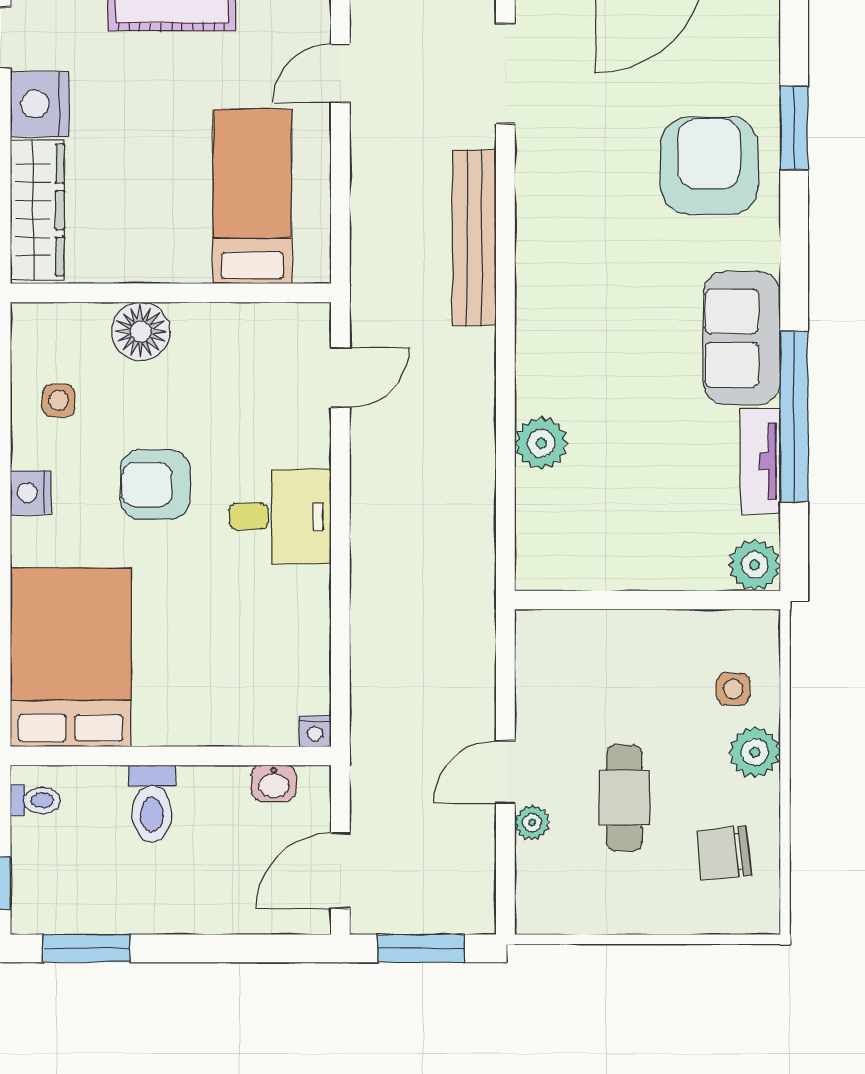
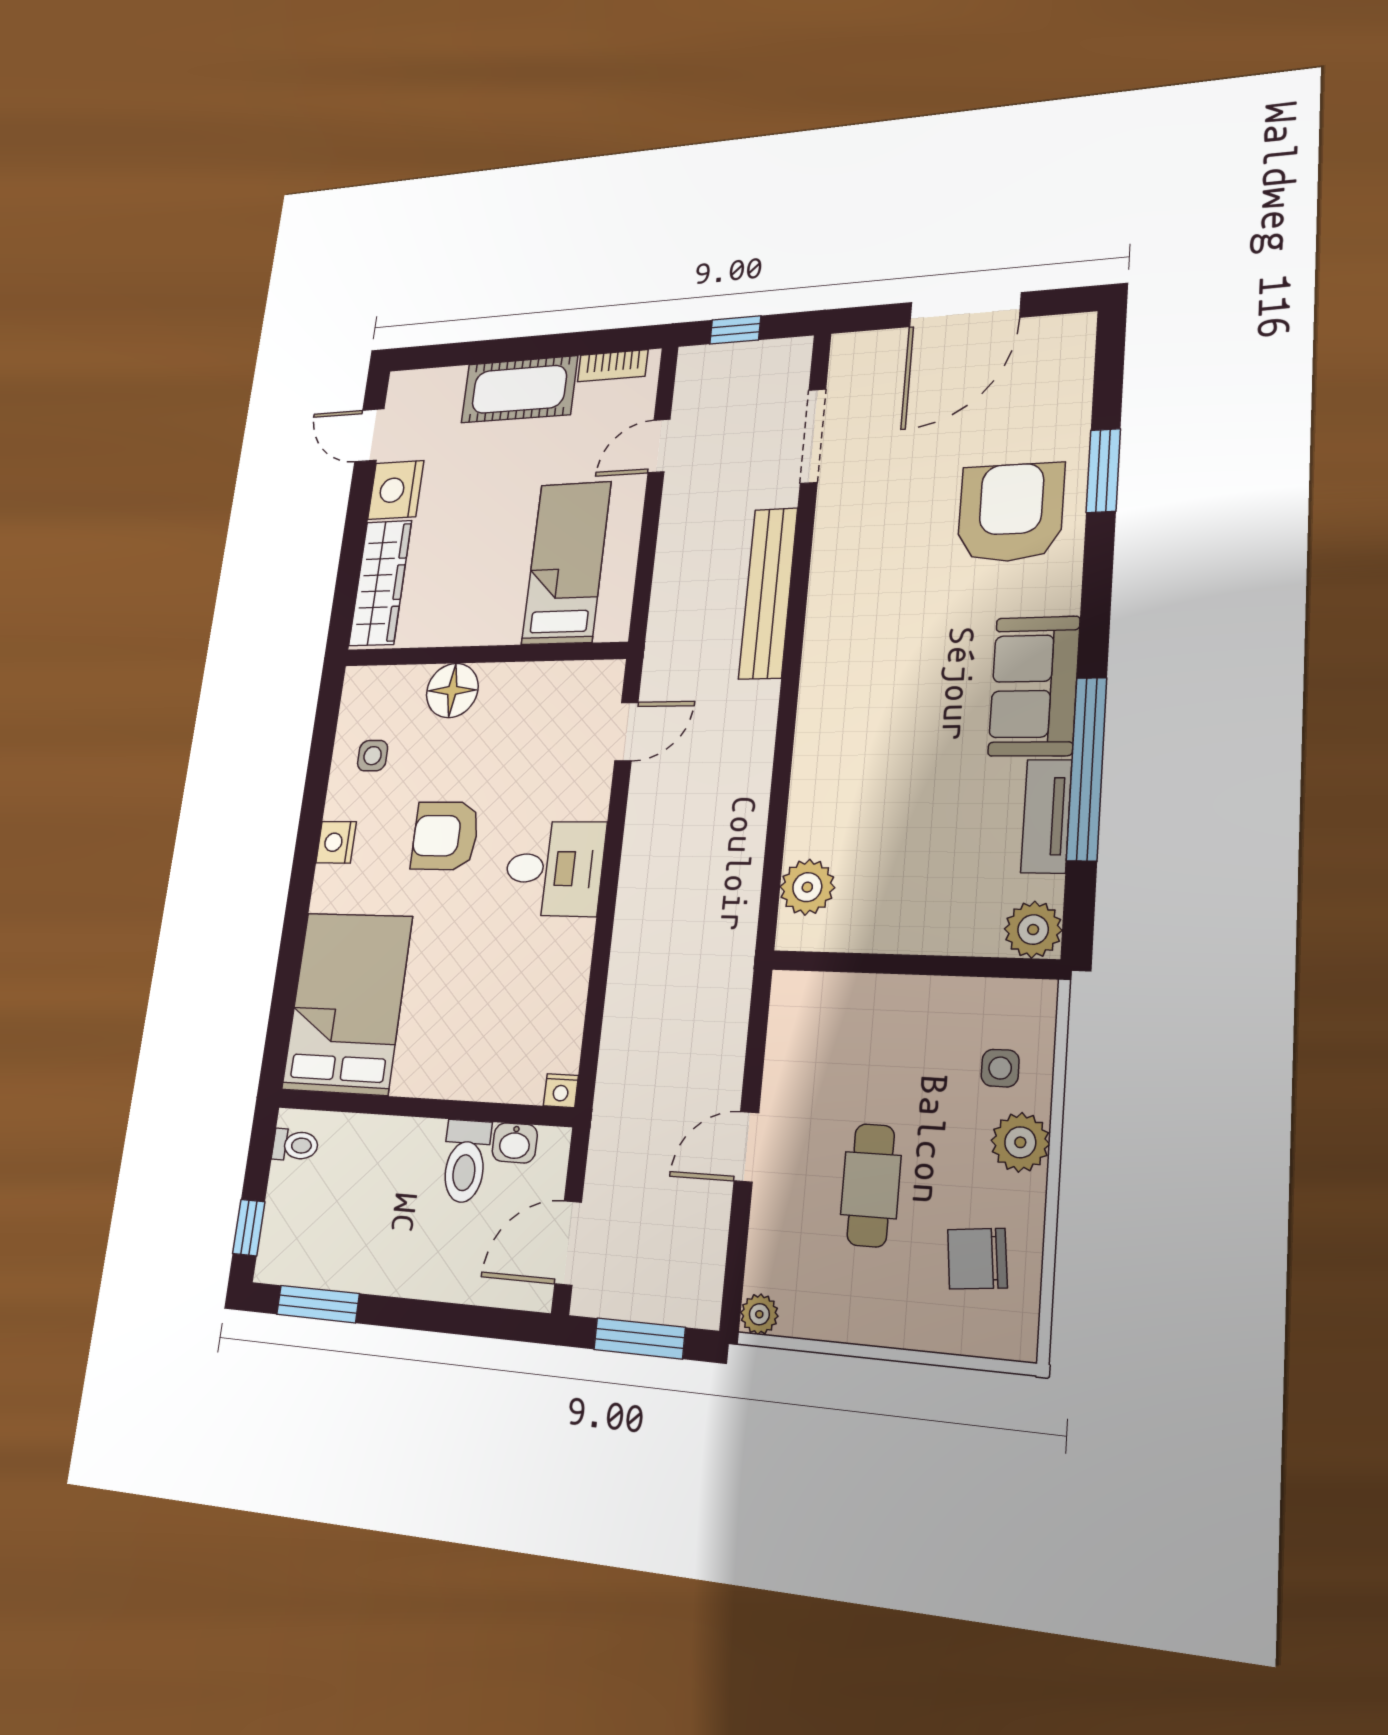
plant: (541, 443) -> (807, 887), moved
toilet: (152, 804) -> (465, 1161), moved
plant: (532, 823) -> (759, 1314), moved

